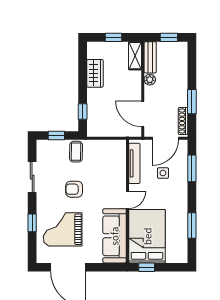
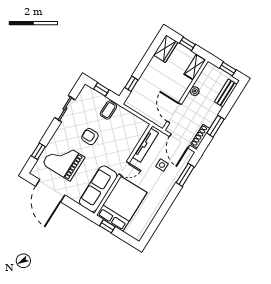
bench: (150, 57) -> (226, 93), moved
wardrobe: (95, 73) -> (166, 49), moved
door: (165, 138) -> (180, 141), hinge flipped
window: (32, 223) -> (38, 151), moved
window: (192, 226) -> (159, 216), removed

